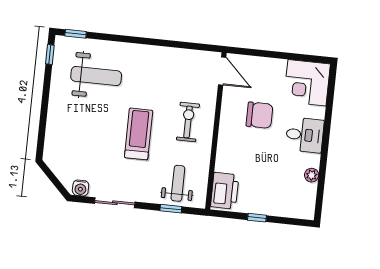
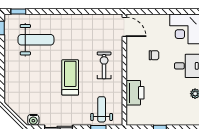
chair: (259, 115) -> (154, 55), width x0.54, depth x0.54
printer: (225, 191) -> (135, 93), moved

